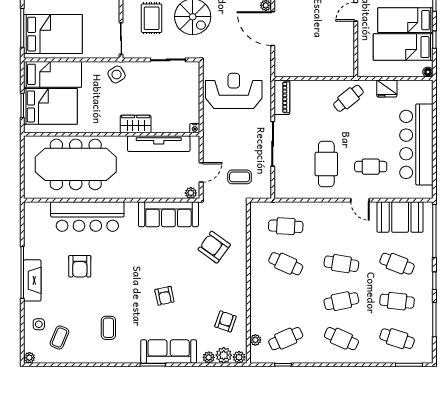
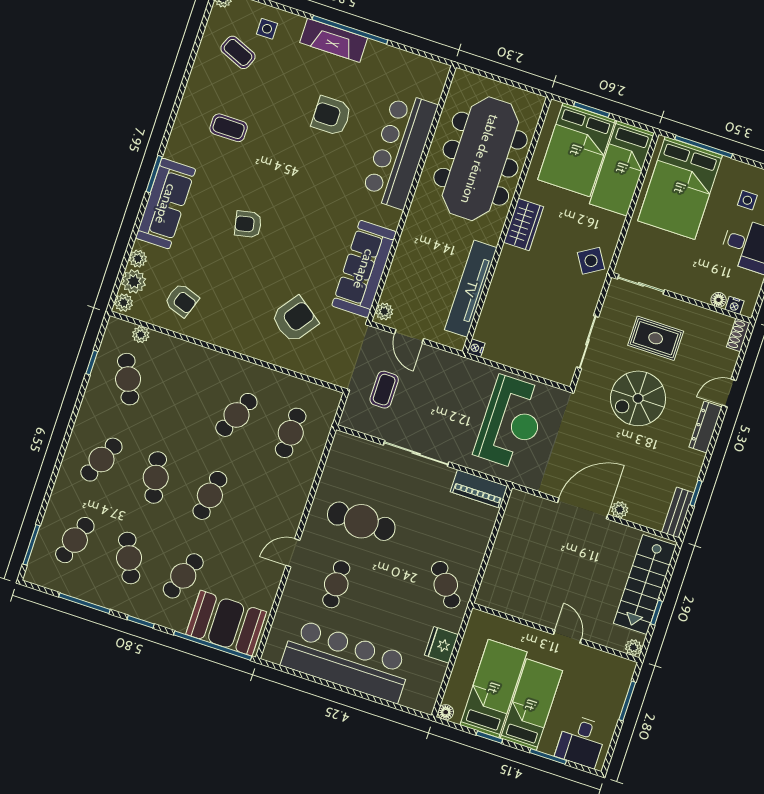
wardrobe: (136, 124) -> (524, 225), moved
booth: (400, 217) -> (226, 623), moved, turned 90
cafe table: (397, 301) -> (129, 558), turned -30

